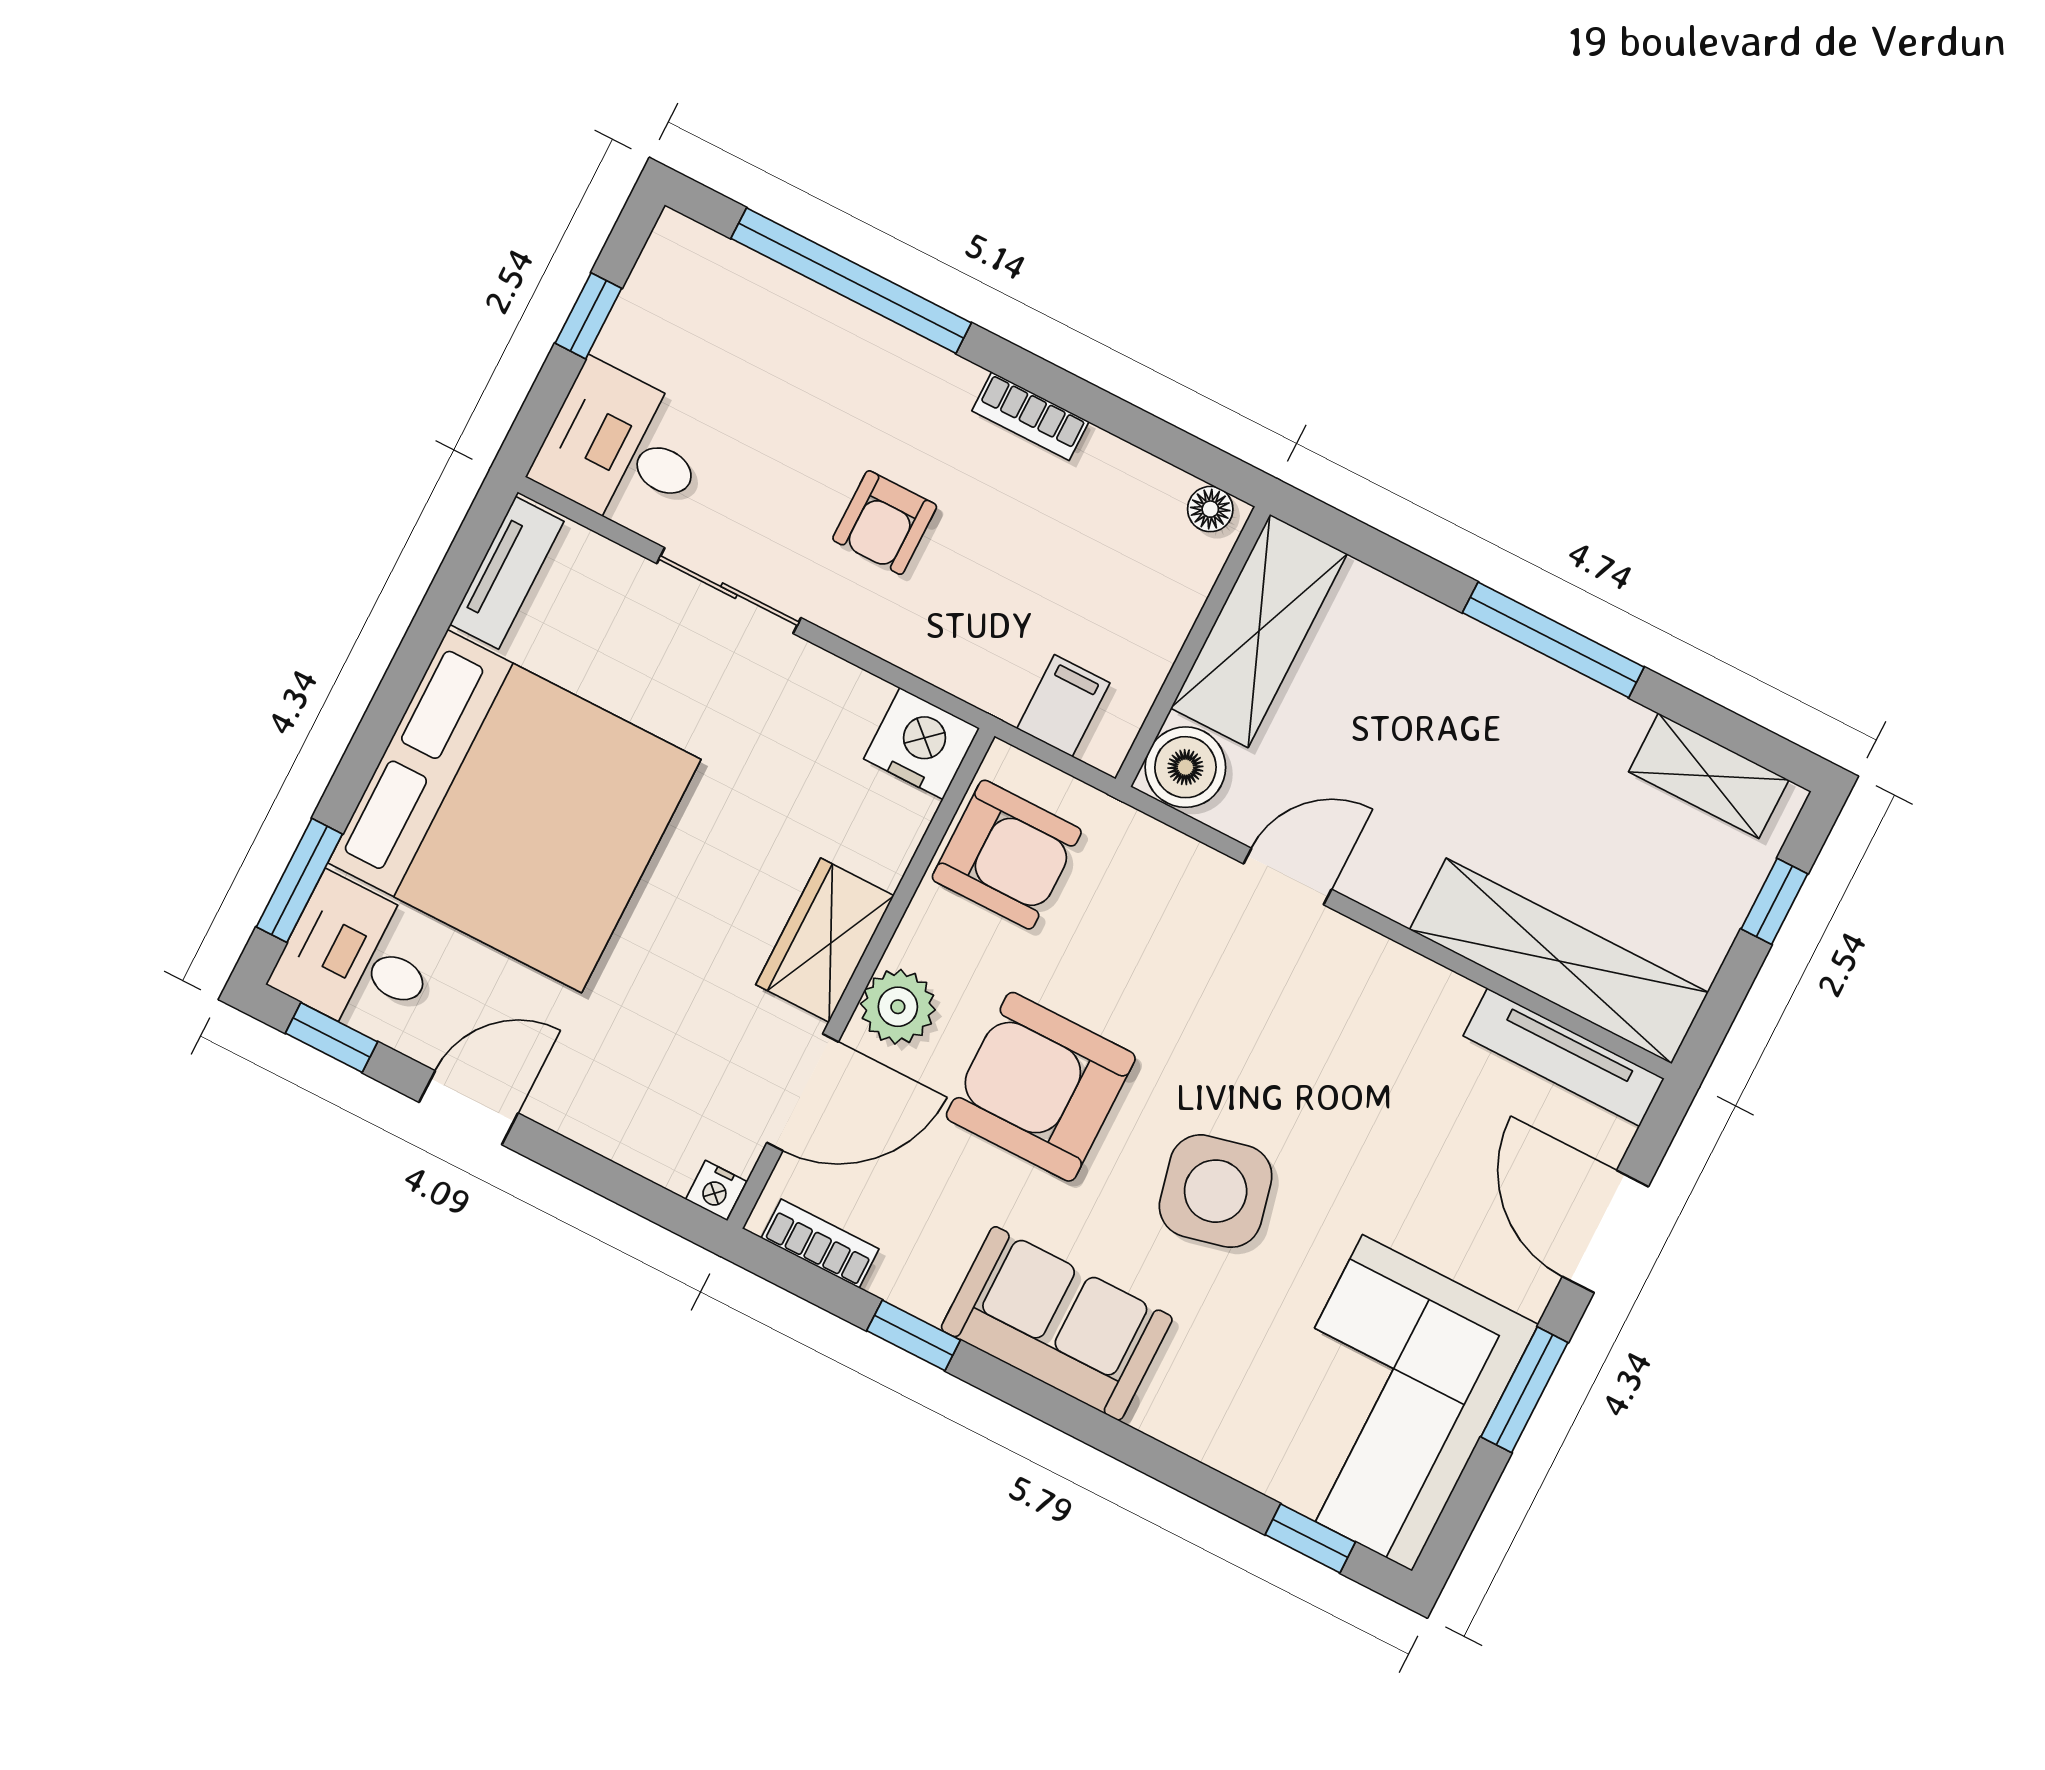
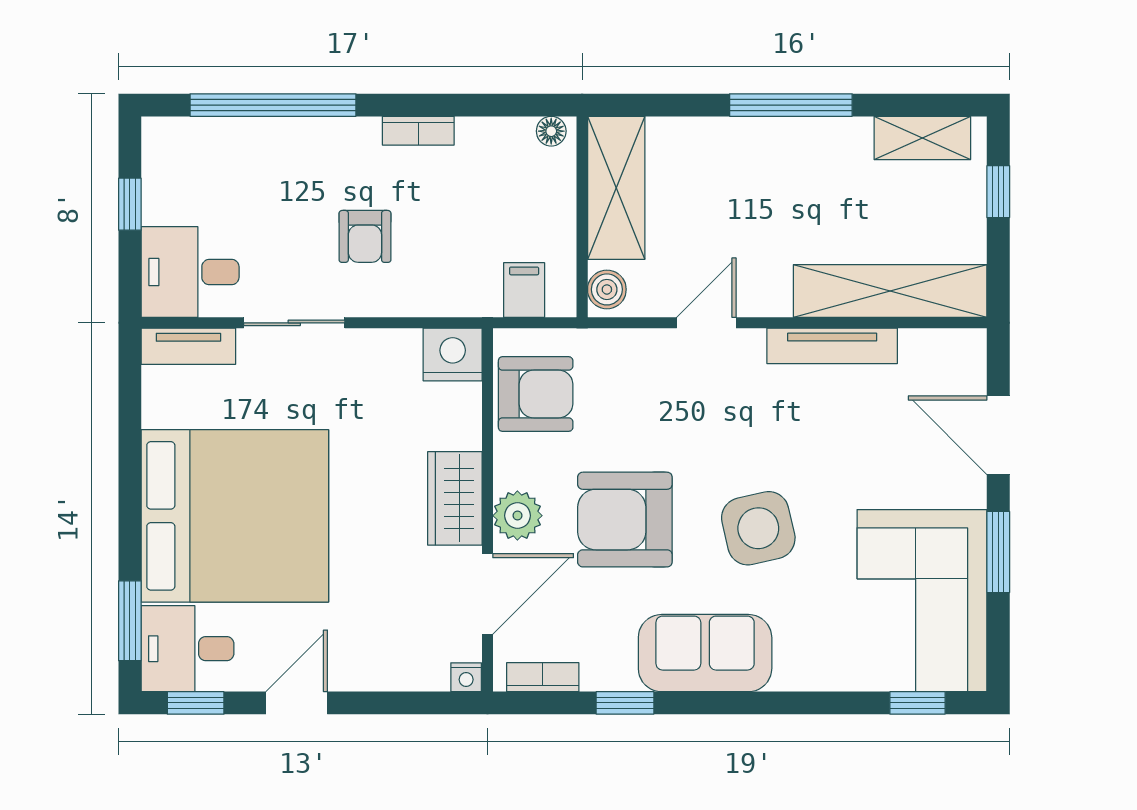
tv unit: (507, 573) -> (188, 346), moved, turned 90
boiler: (1185, 767) -> (607, 289), width x0.73, depth x0.73
tv unit: (1564, 1057) -> (832, 346), moved

